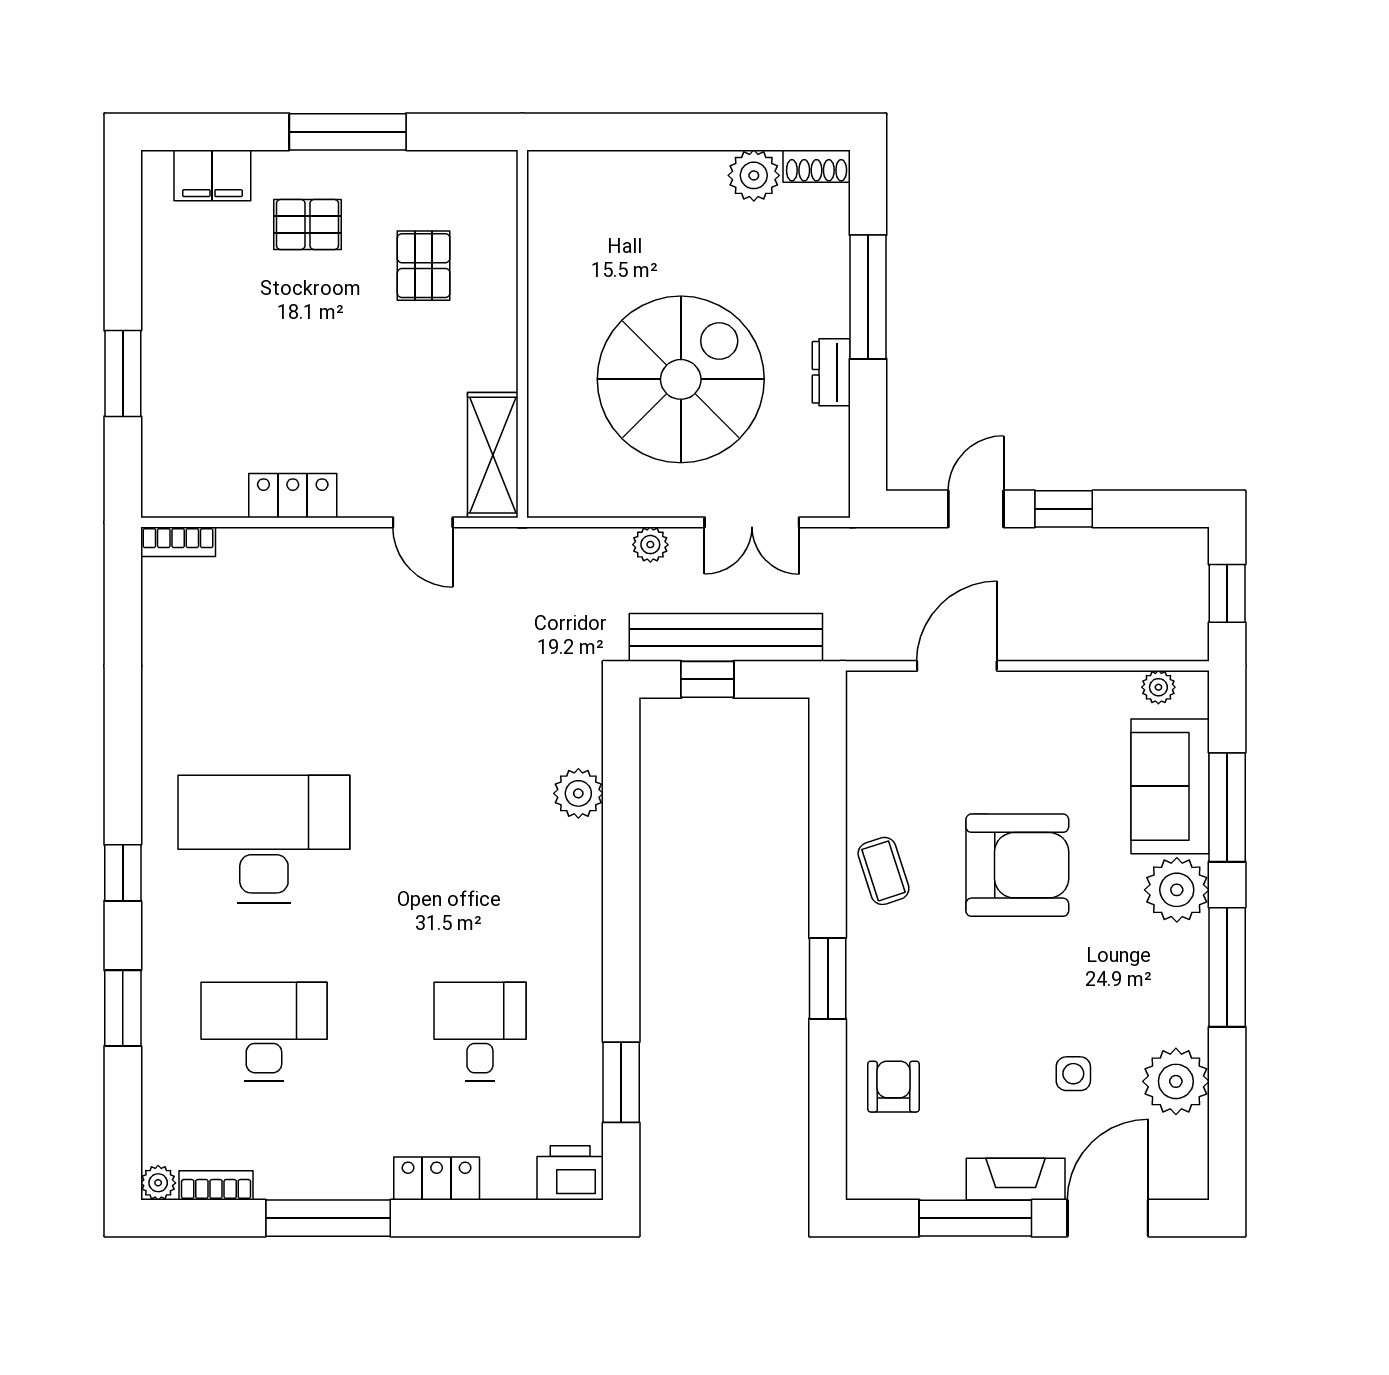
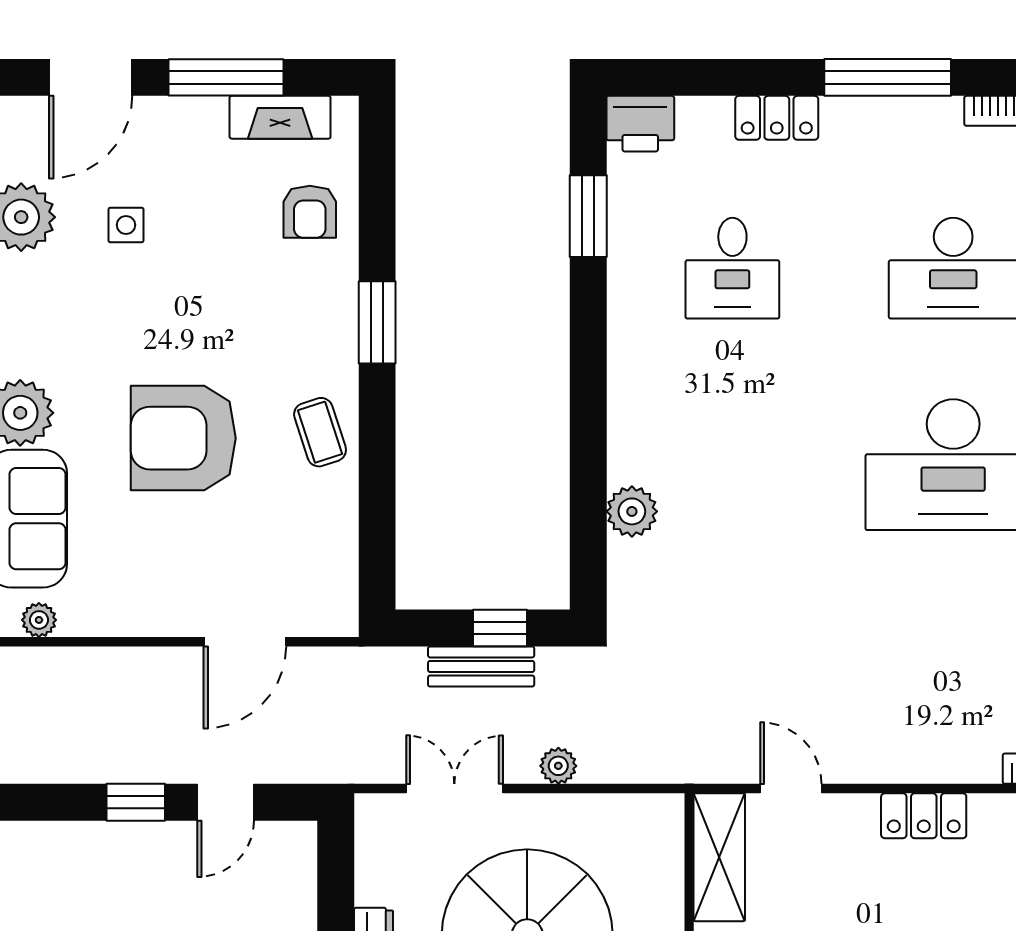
bench: (726, 637) -> (481, 666), width x0.54, depth x0.82
fireplace: (1016, 1179) -> (280, 117), moved

